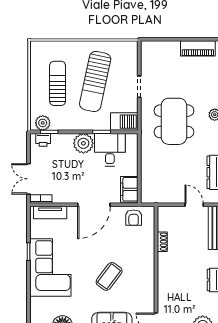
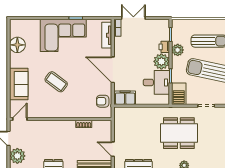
plant: (43, 123) -> (178, 50), moved
printer: (43, 140) -> (164, 47), moved
door: (194, 205) -> (113, 149), swing flipped

